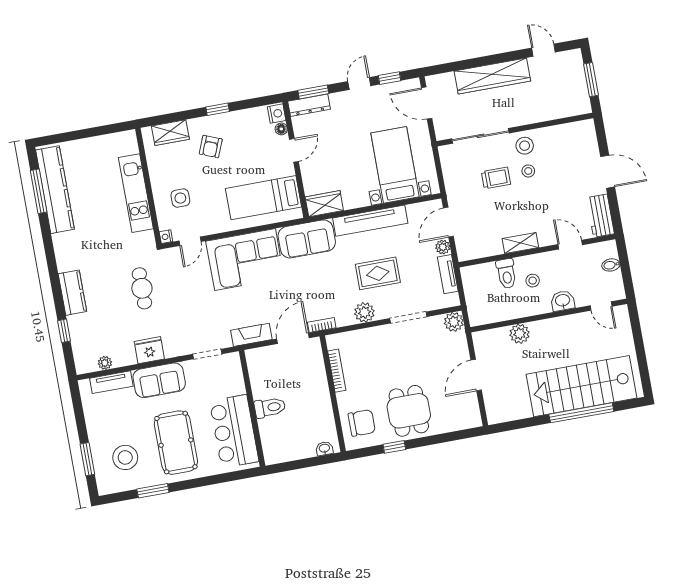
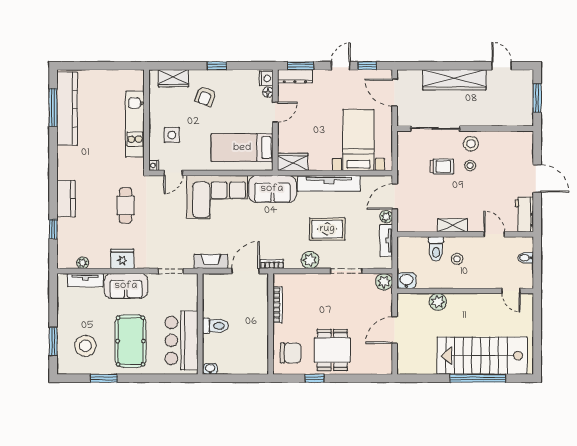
washbasin: (563, 301) -> (406, 281), moved
washbasin: (324, 448) -> (210, 369), moved

